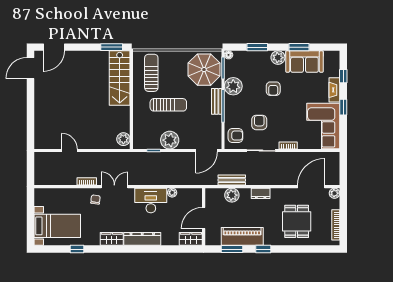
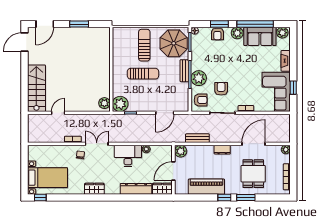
window: (112, 47) -> (79, 24), moved
window: (299, 47) -> (255, 24), width x2.11
plant: (331, 57) -> (282, 33), added
sun lounger: (151, 73) -> (144, 45), moved
window: (343, 76) -> (293, 49), removed
stairs: (120, 78) -> (36, 88), moved, turned 180
plant: (233, 86) -> (199, 78), moved
armchair: (273, 89) -> (217, 34), moved
window: (343, 107) -> (293, 88), moved
plant: (170, 140) -> (120, 104), moved
door: (69, 151) -> (58, 113), hinge flipped
door: (206, 151) -> (165, 113), moved
door: (311, 187) -> (254, 144), moved
plant: (232, 195) -> (181, 151), moved
dresser: (142, 239) -> (136, 189), moved
window: (77, 249) -> (40, 198), moved
window: (232, 249) -> (246, 198), moved

